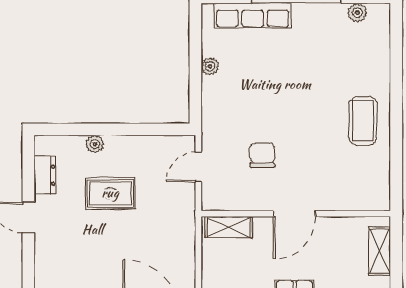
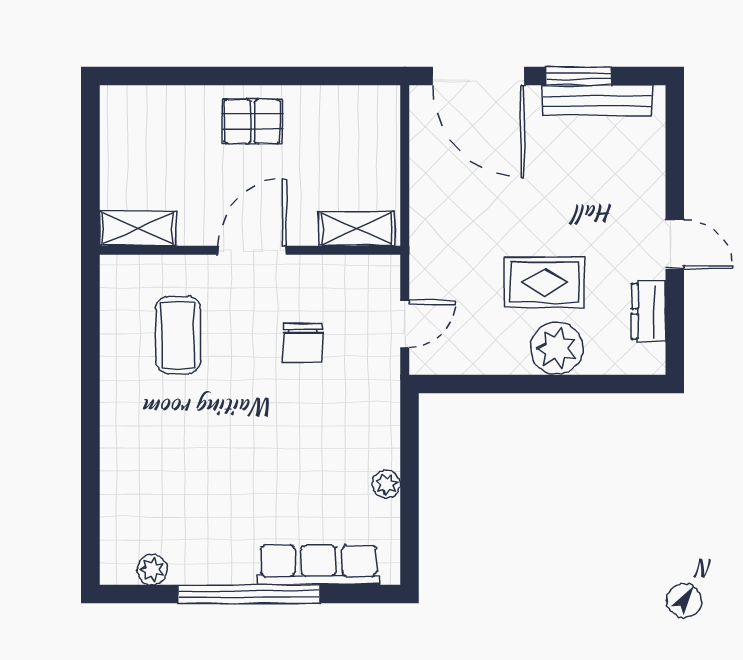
coffee table: (363, 121) -> (178, 335), moved
plant: (95, 144) -> (557, 348), width x1.88, depth x1.88
shelving: (380, 251) -> (138, 229), moved, turned 90

